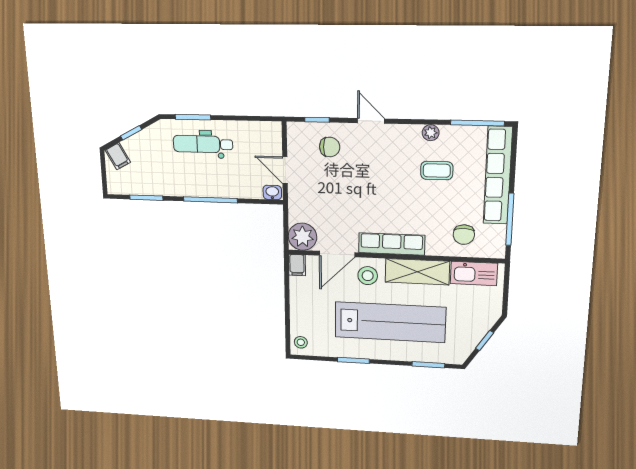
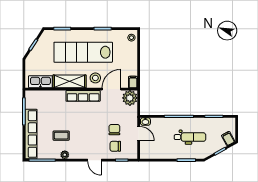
dental chair: (203, 144) -> (190, 137), moved
chair: (464, 235) -> (114, 130), moved

